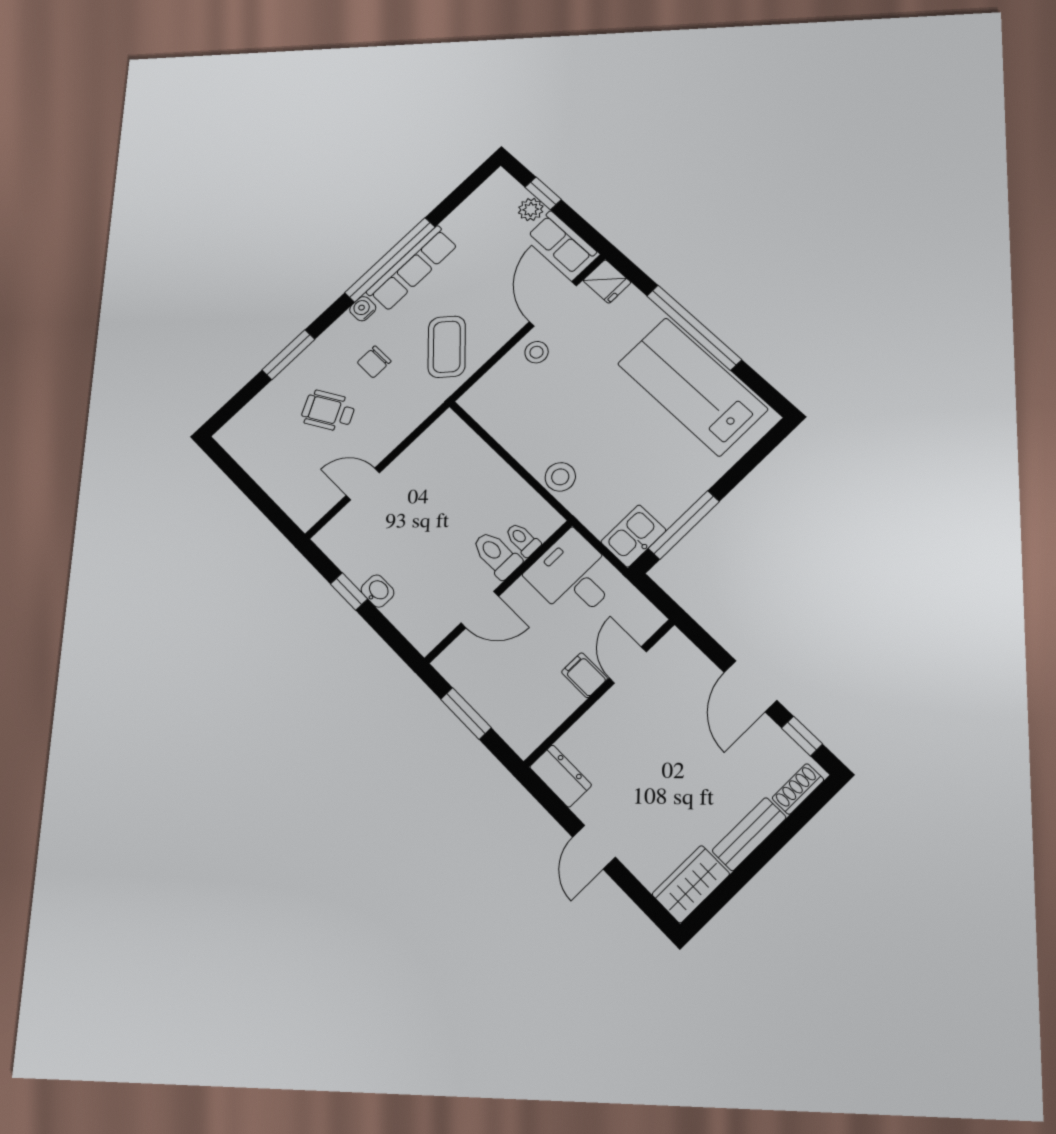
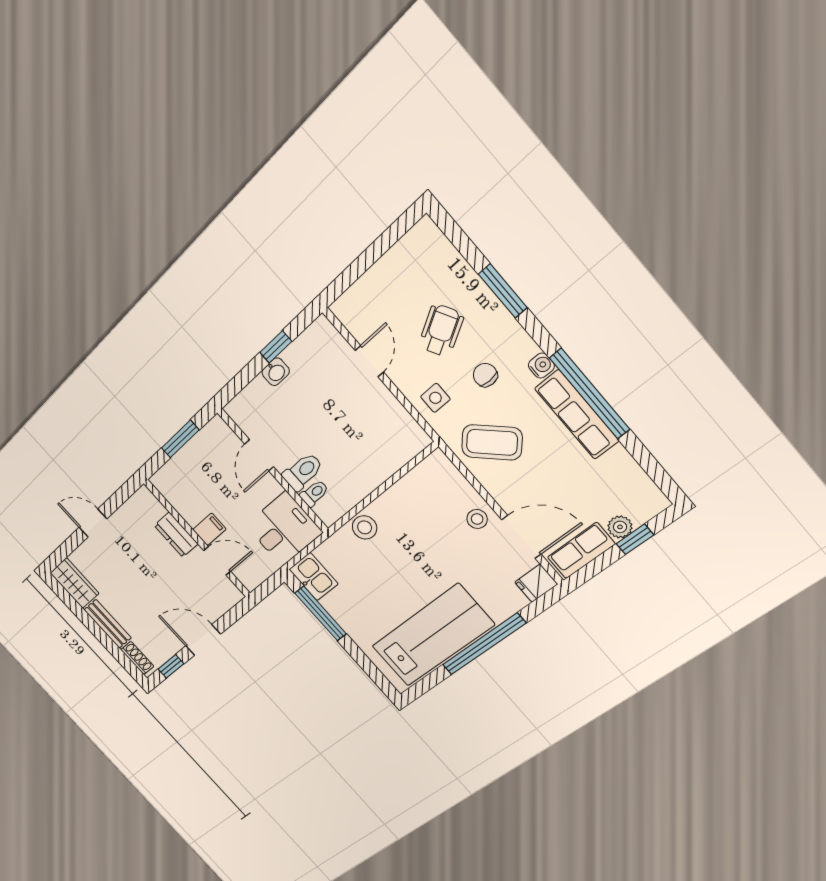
side table: (401, 410) -> (435, 398), added
dresser: (561, 776) -> (176, 535), moved, turned 90

